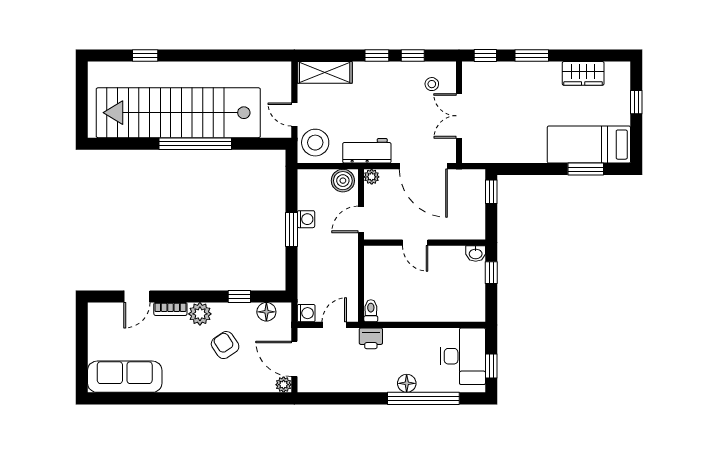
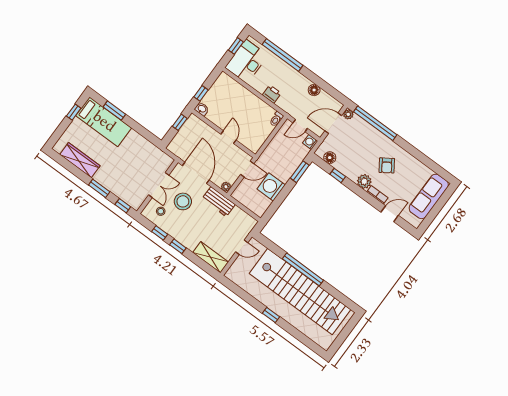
window: (145, 55) -> (271, 315), moved
wardrobe: (583, 73) -> (80, 160), width x1.50
window: (636, 102) -> (74, 112), moved
door: (294, 114) -> (242, 247), hinge flipped
stool: (315, 143) -> (183, 201), moved
boiler: (343, 181) -> (242, 196), removed
window: (491, 192) -> (180, 122), moved
washing machine: (306, 219) -> (271, 187), width x1.89, depth x1.89
window: (291, 229) -> (300, 172), moved
printer: (371, 338) -> (272, 94), moved
armchair: (225, 345) -> (387, 165), moved
door: (294, 359) -> (333, 123), swing flipped
sofa: (125, 377) -> (429, 196), moved, turned 90
floor lamp: (407, 383) -> (314, 90), moved
window: (241, 398) -> (375, 123), added

